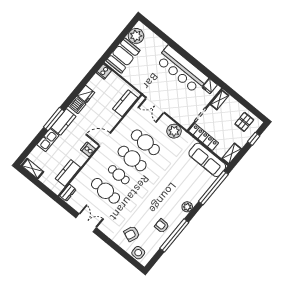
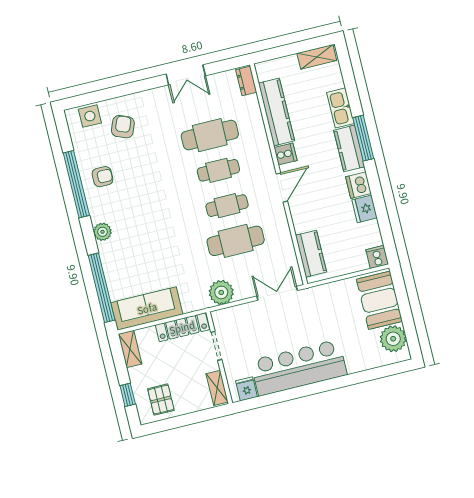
cafe table: (132, 159) -> (227, 206), width x0.73, depth x0.74
kitchen counter: (68, 173) -> (276, 112), width x1.50

